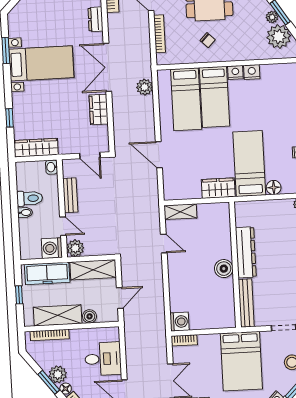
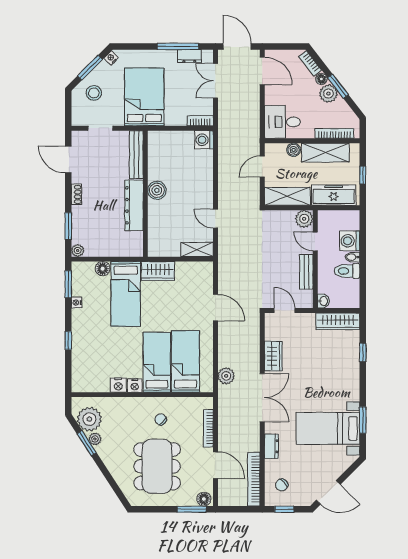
bed with nightstands: (41, 63) -> (328, 428), moved
washing machine: (52, 248) -> (350, 241), moved, turned 180
desk: (103, 359) -> (282, 122), moved

